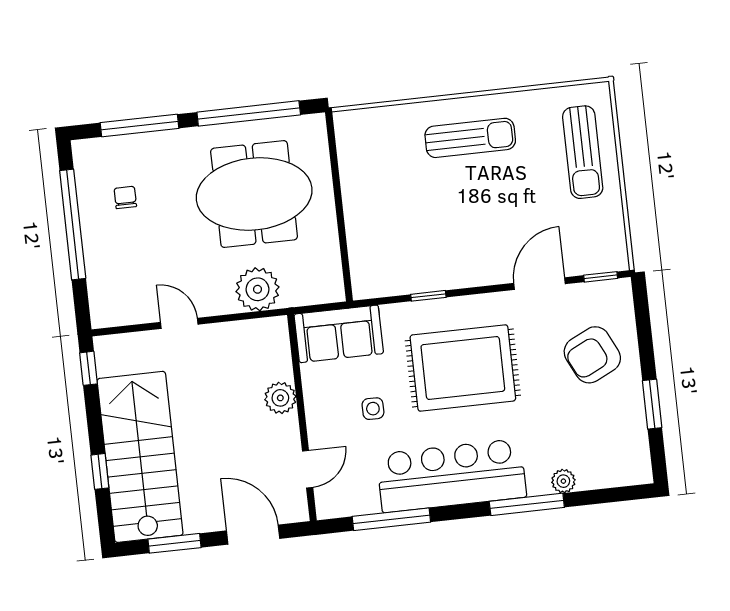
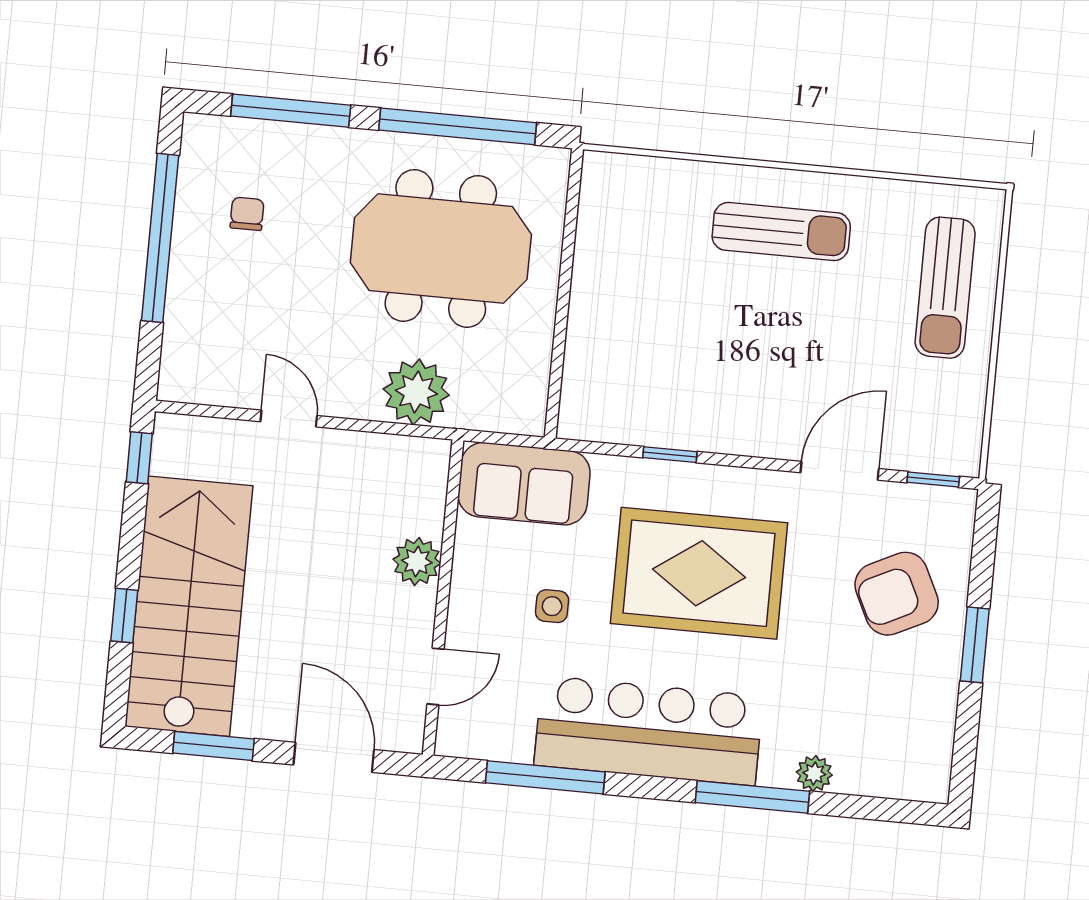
window: (652, 404) -> (975, 645), moved

